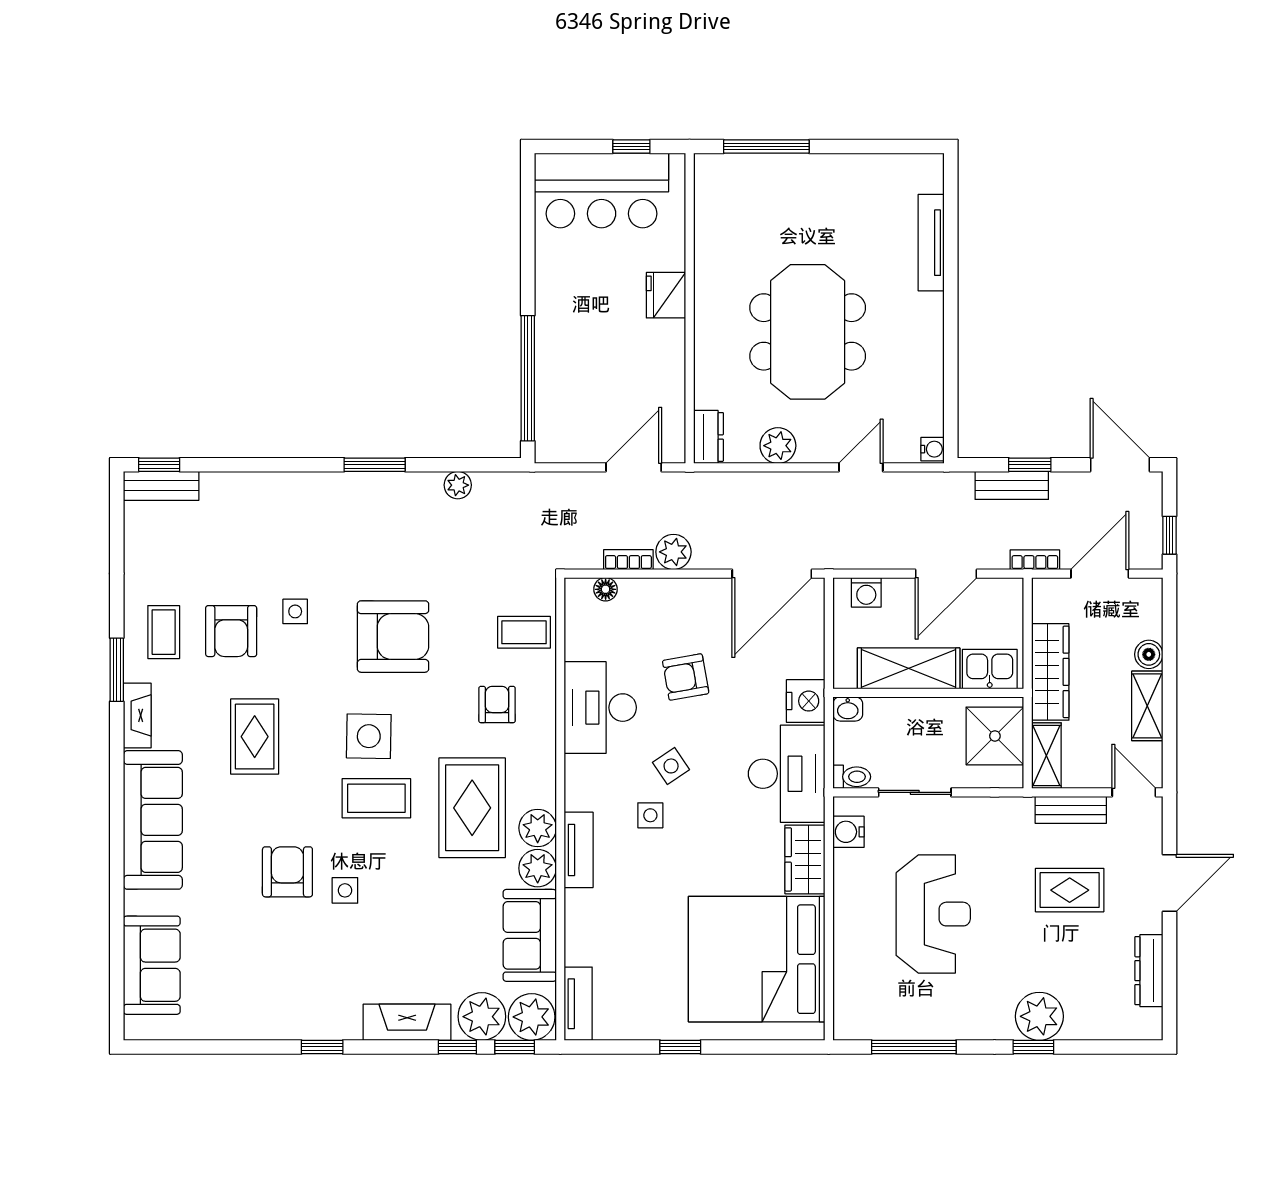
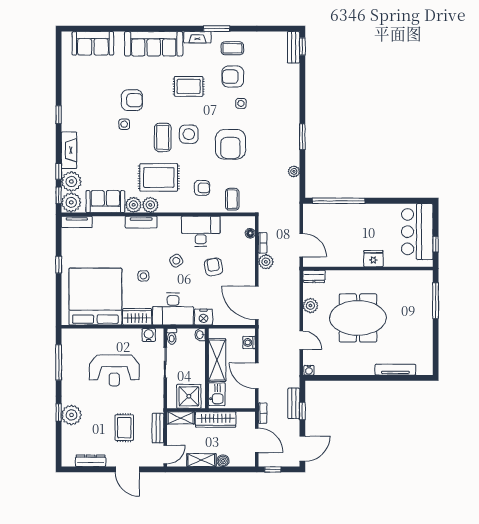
side table: (650, 815) -> (143, 276), moved

